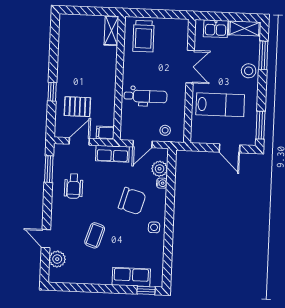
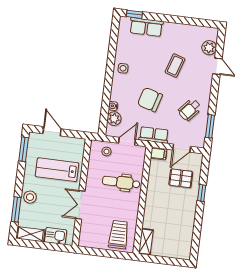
wheelchair: (74, 186) -> (190, 110), turned -139
chair: (132, 201) -> (150, 100), moved

